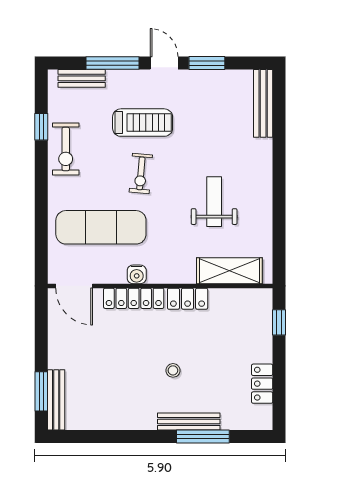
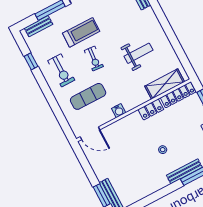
exercise bike: (66, 149) -> (61, 70), moved
weight bench: (214, 202) -> (138, 53), turned 90
exercise mat: (101, 227) -> (88, 96), width x0.73, depth x0.69
locker: (134, 298) -> (178, 95), moved

